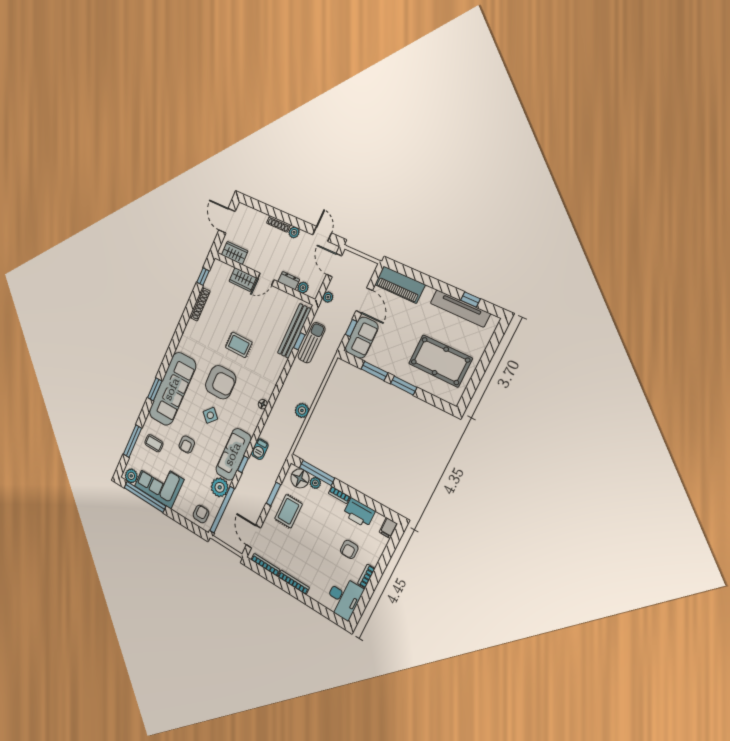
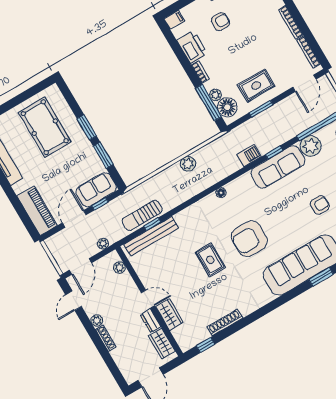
dresser: (289, 281) -> (151, 321), moved
armchair: (221, 382) -> (249, 239), turned -90
side table: (210, 415) -> (279, 216), removed

